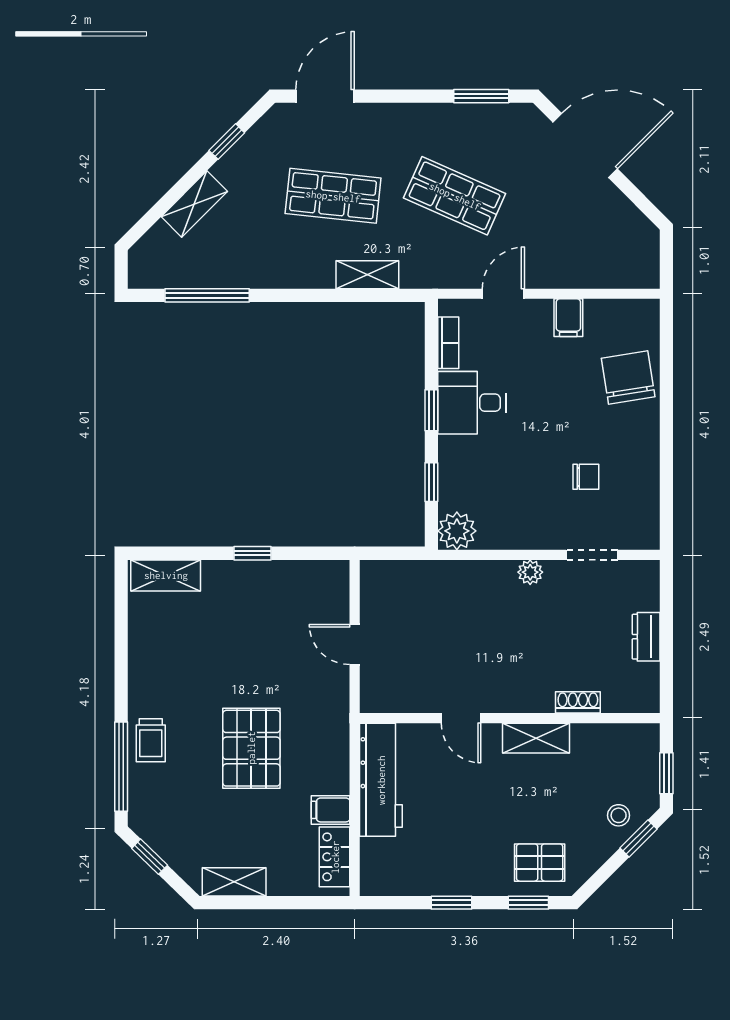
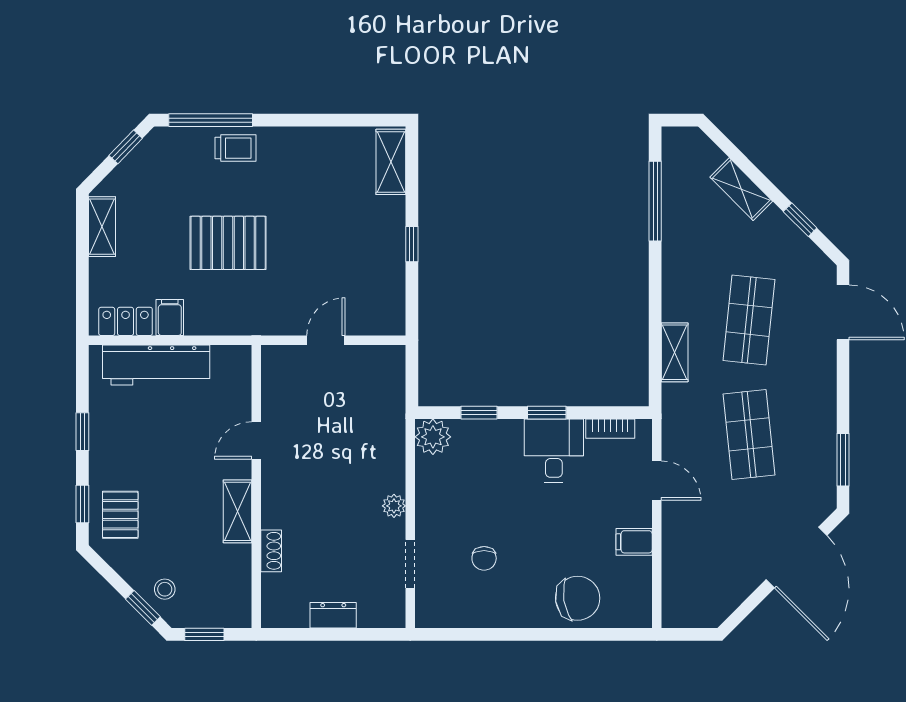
shop shelf: (455, 196) -> (749, 435), turned -30
trolley: (151, 740) -> (235, 148), turned 180
workbench: (381, 780) -> (156, 365), moved

